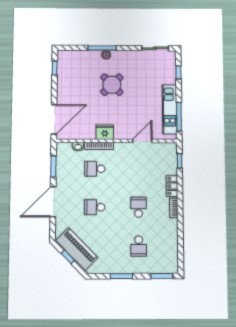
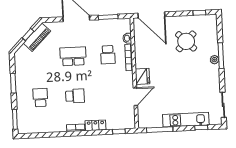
round table: (112, 85) -> (186, 41), moved
kitchen unit: (170, 109) -> (186, 120), moved
fridge: (105, 132) -> (143, 76), moved
door: (142, 141) -> (135, 97), hinge flipped
school desk: (95, 169) -> (108, 55), turned 180
school desk: (95, 207) -> (73, 56), width x1.85
school desk: (139, 246) -> (40, 98), turned 90
piano: (77, 249) -> (37, 37), width x0.73, depth x0.75

